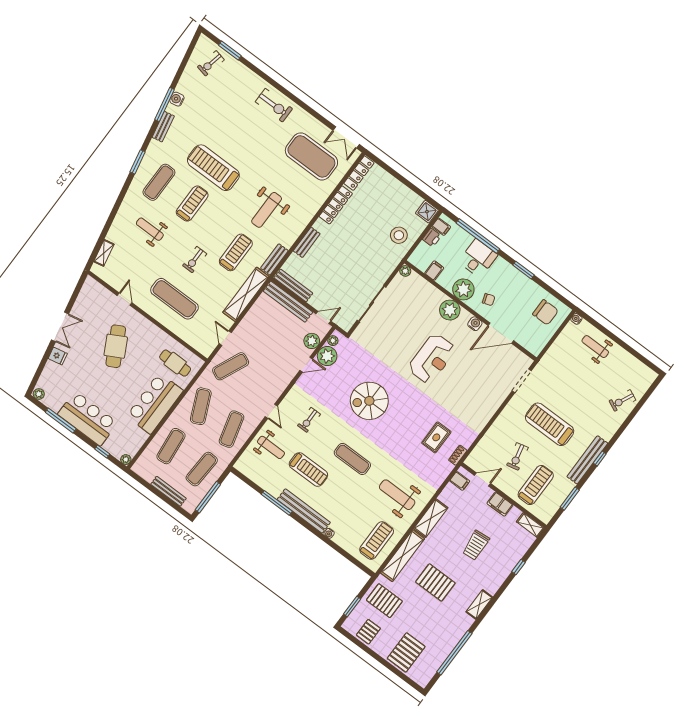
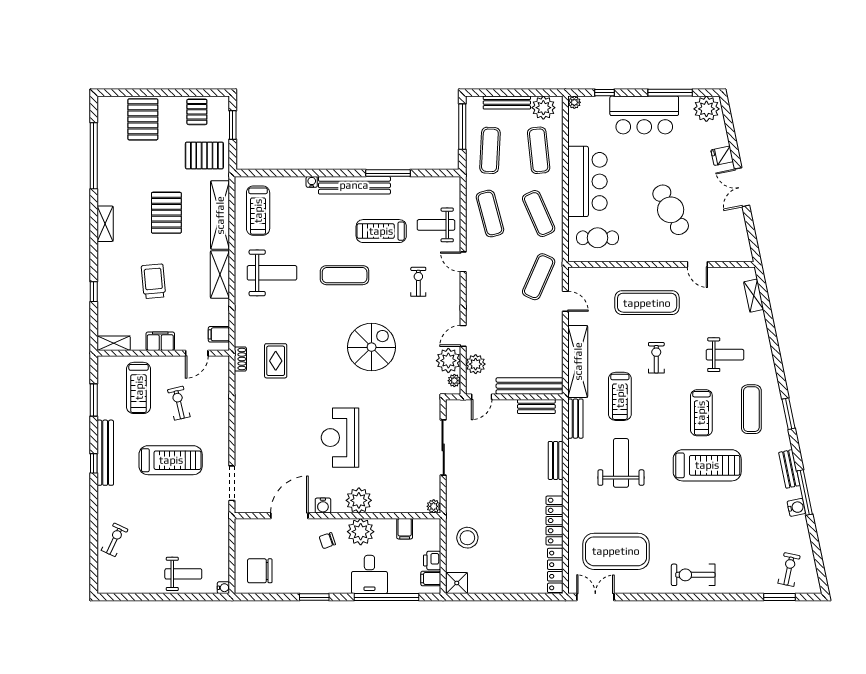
bench: (293, 285) -> (536, 406), width x0.73
plant: (39, 394) -> (706, 109), width x1.87, depth x1.87
plant: (148, 471) -> (543, 108), added
pallet: (435, 582) -> (166, 213), turned 90

